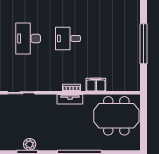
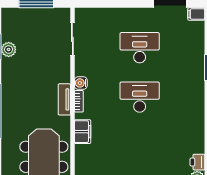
desk: (68, 38) -> (140, 97), width x1.37
water cooler: (57, 86) -> (81, 83), added

